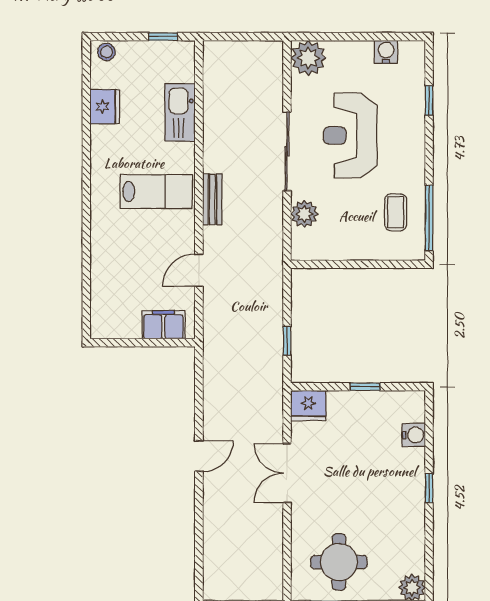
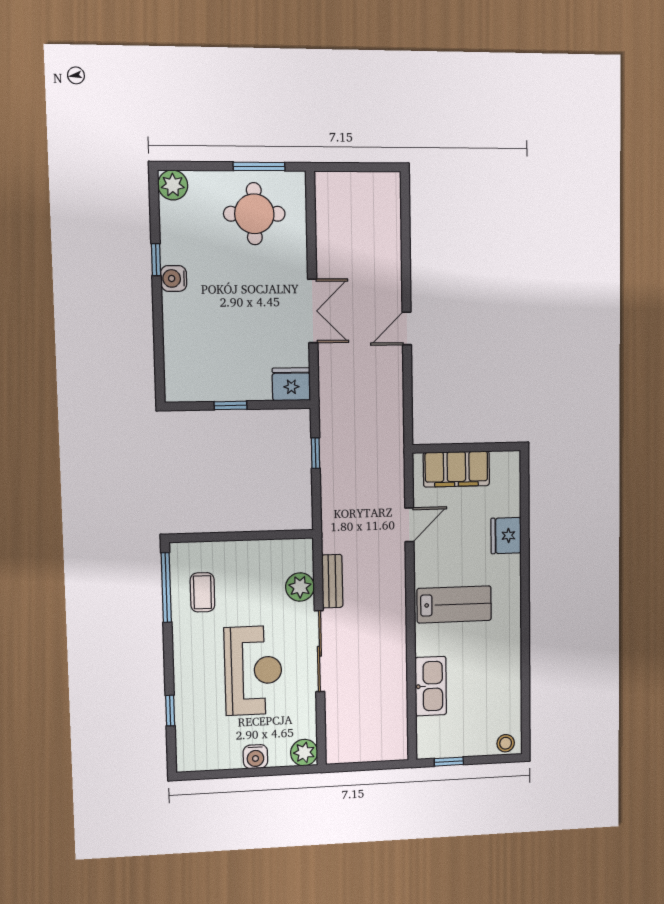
water cooler: (386, 52) -> (255, 757), moved
plant: (308, 58) -> (304, 753), width x0.73, depth x0.73
fridge: (105, 107) -> (506, 536), moved
lab bench: (156, 192) -> (454, 604), turned 180
bench: (212, 199) -> (332, 581), moved
filing cabinet: (163, 325) -> (456, 469), width x1.50, depth x1.17
water cooler: (414, 435) -> (174, 278), moved
window: (429, 488) -> (156, 260), moved

